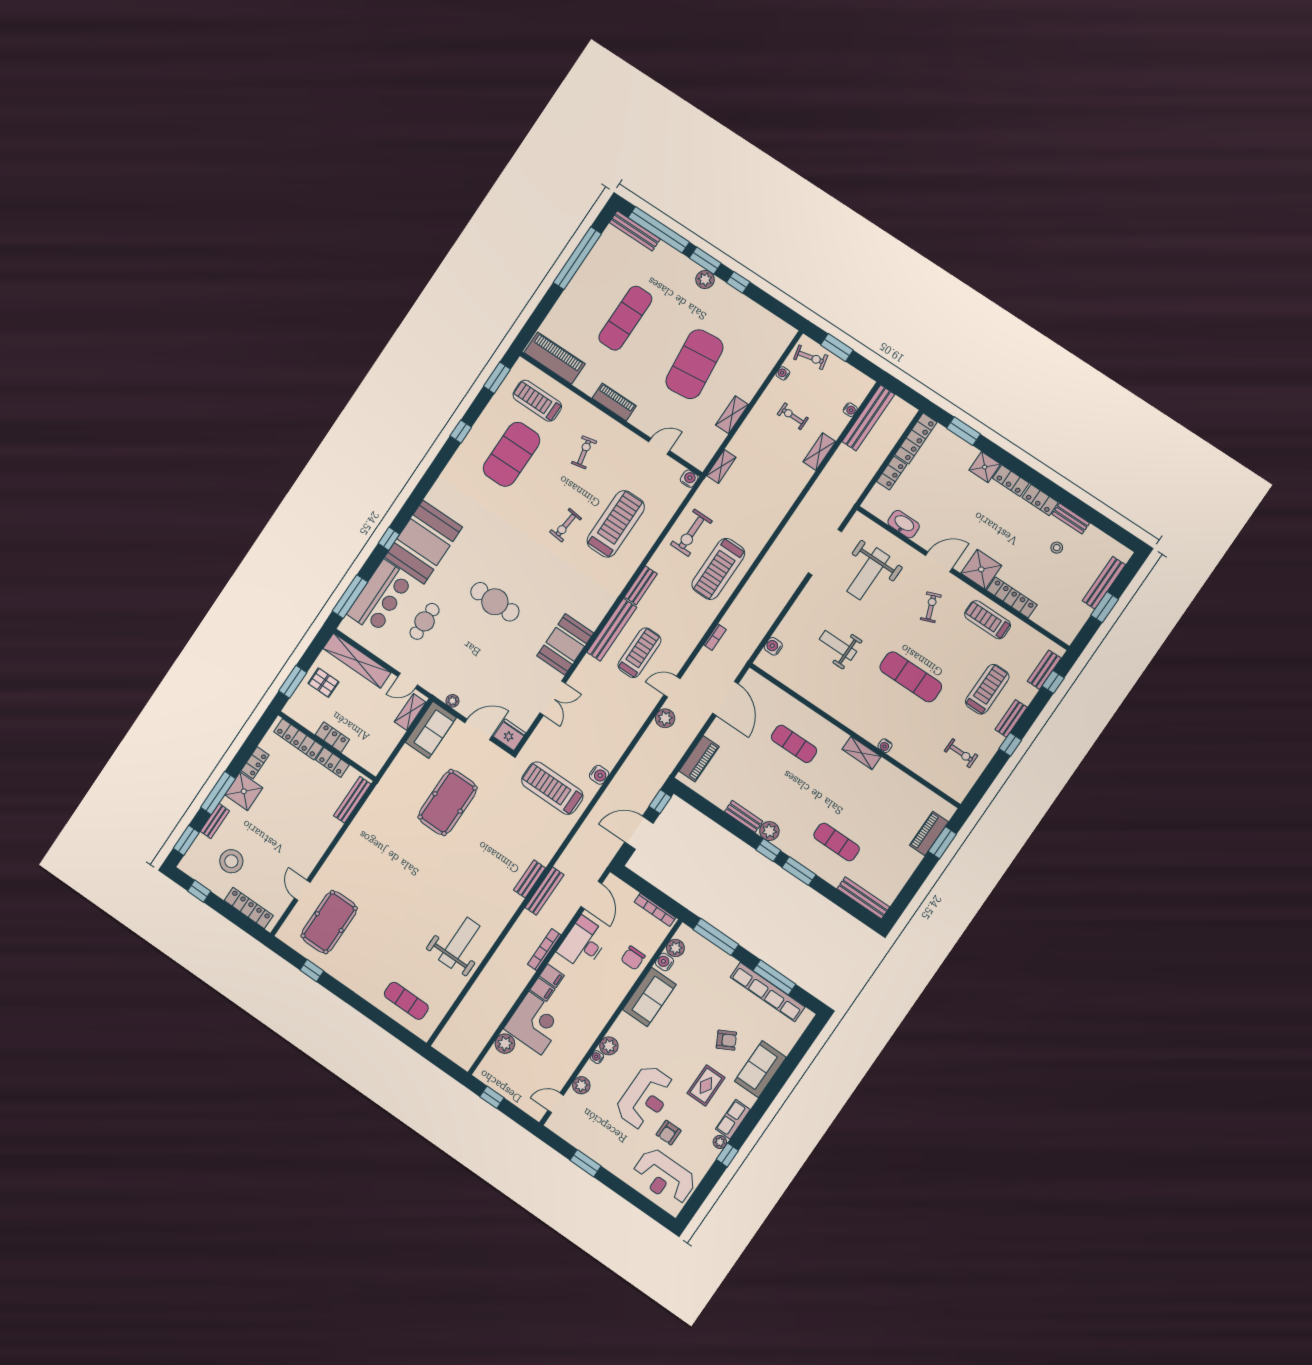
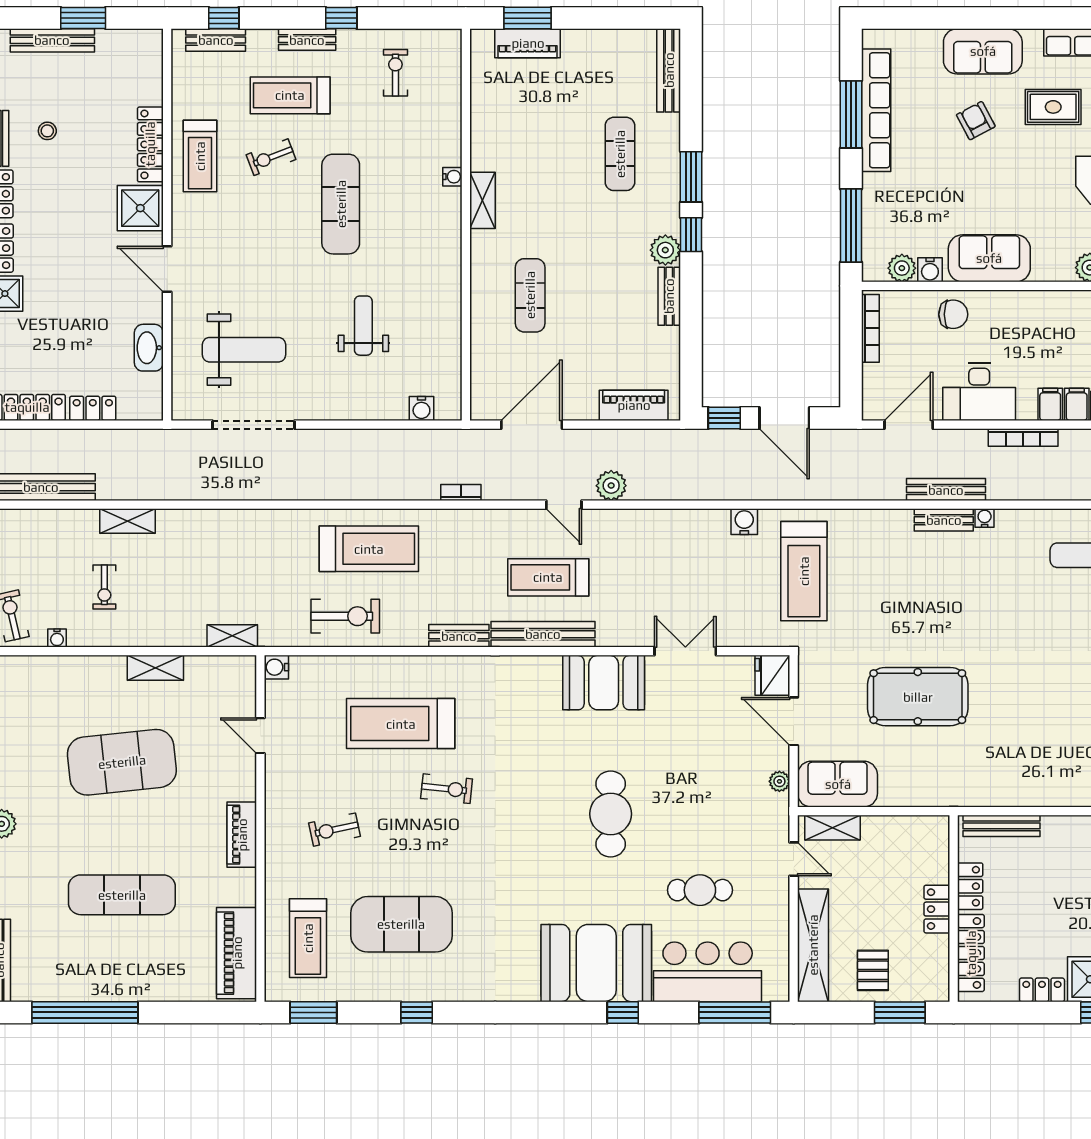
water cooler: (850, 410) -> (985, 518), moved
exercise bike: (931, 607) -> (271, 157), moved
weight bench: (838, 645) -> (363, 326), turned 180

